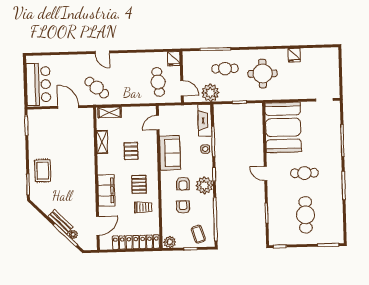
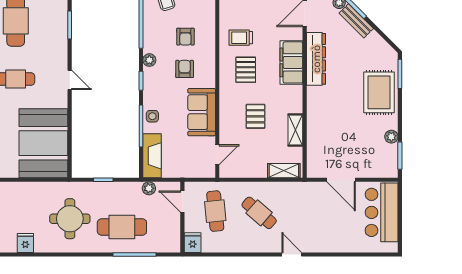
cafe table: (225, 69) -> (122, 227), width x1.37, depth x1.35
cafe table: (97, 88) -> (259, 213), moved
plant: (210, 93) -> (149, 188), width x0.53, depth x0.53
plant: (33, 139) -> (391, 137), added
rug: (43, 171) -> (379, 92), width x1.36, depth x1.43
plant: (204, 185) -> (149, 60), width x0.53, depth x0.53
dresser: (89, 194) -> (316, 59), added

